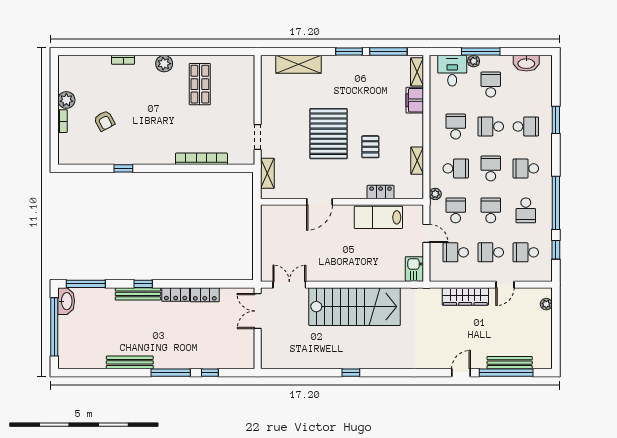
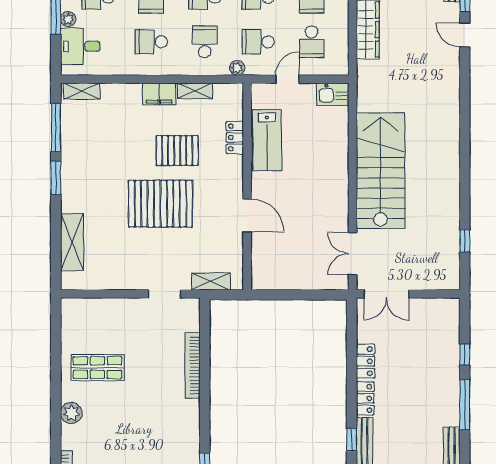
filing cabinet: (415, 100) -> (159, 94), moved
pallet: (370, 147) -> (177, 150), width x1.50, depth x1.42
window: (351, 373) -> (465, 241), moved

